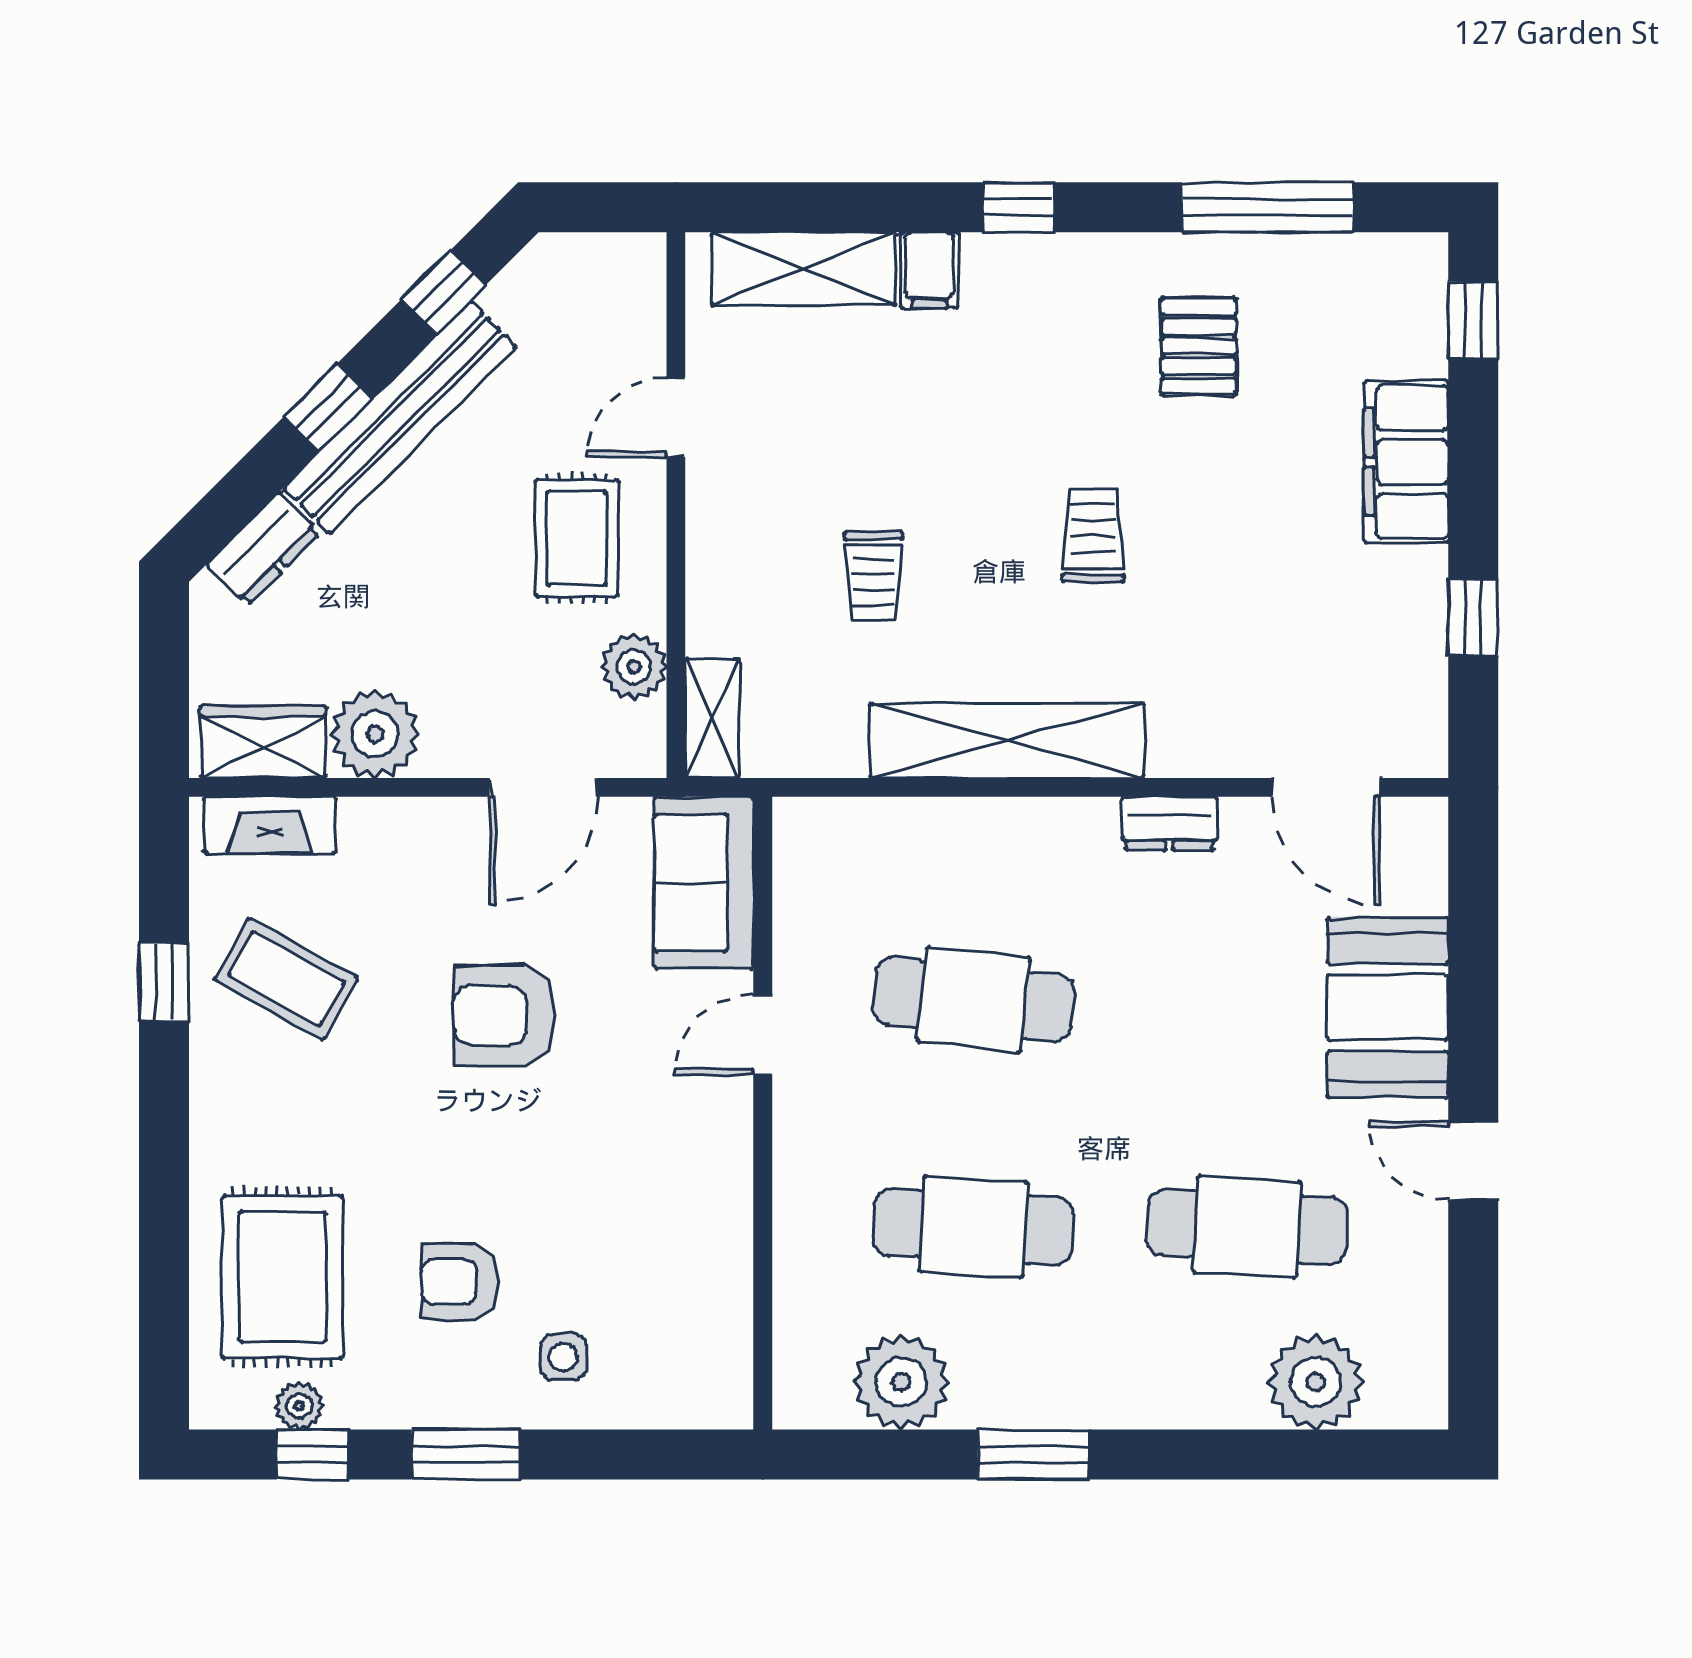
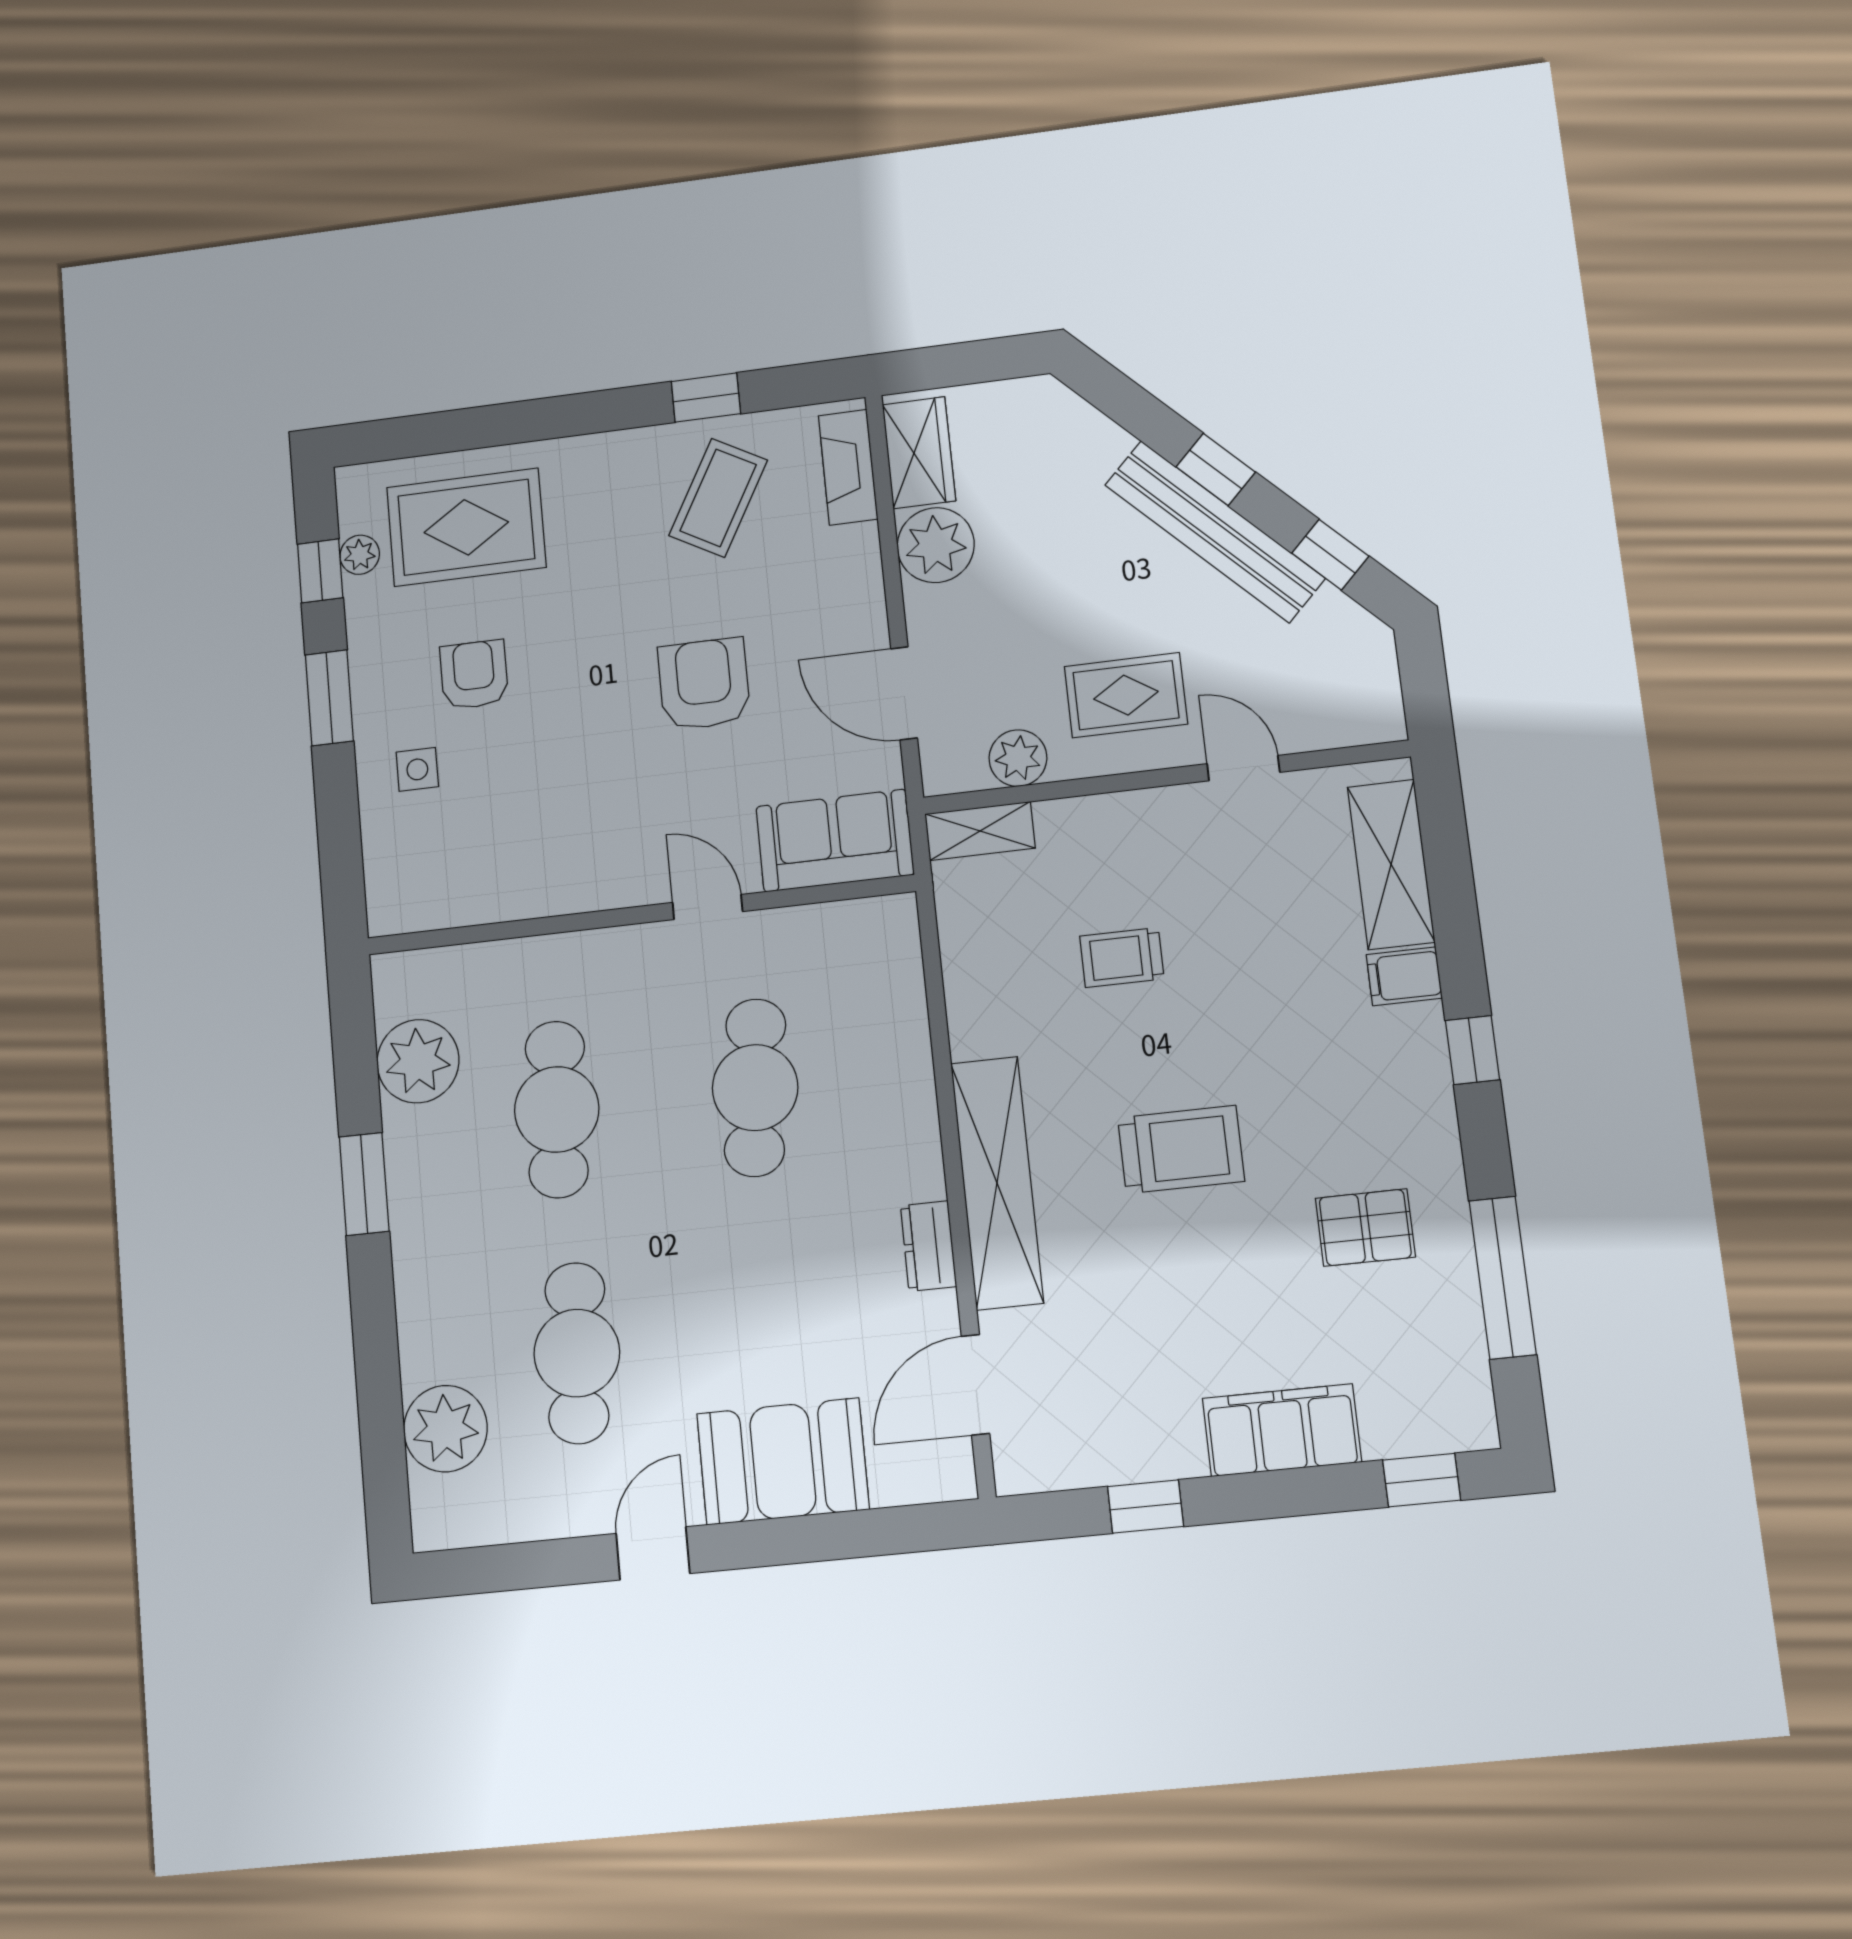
trolley: (1093, 535) -> (1181, 1150), width x1.36, depth x1.39
dresser: (264, 549) -> (1086, 431), removed
shelving: (1007, 741) -> (997, 1183), moved

